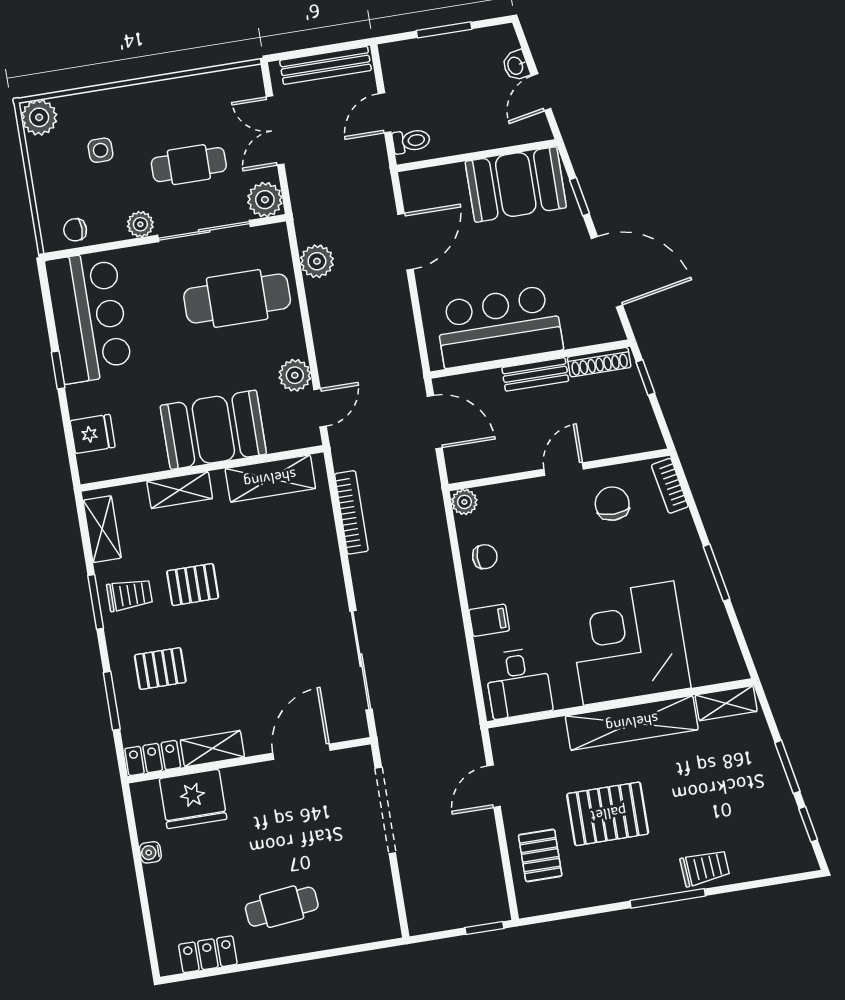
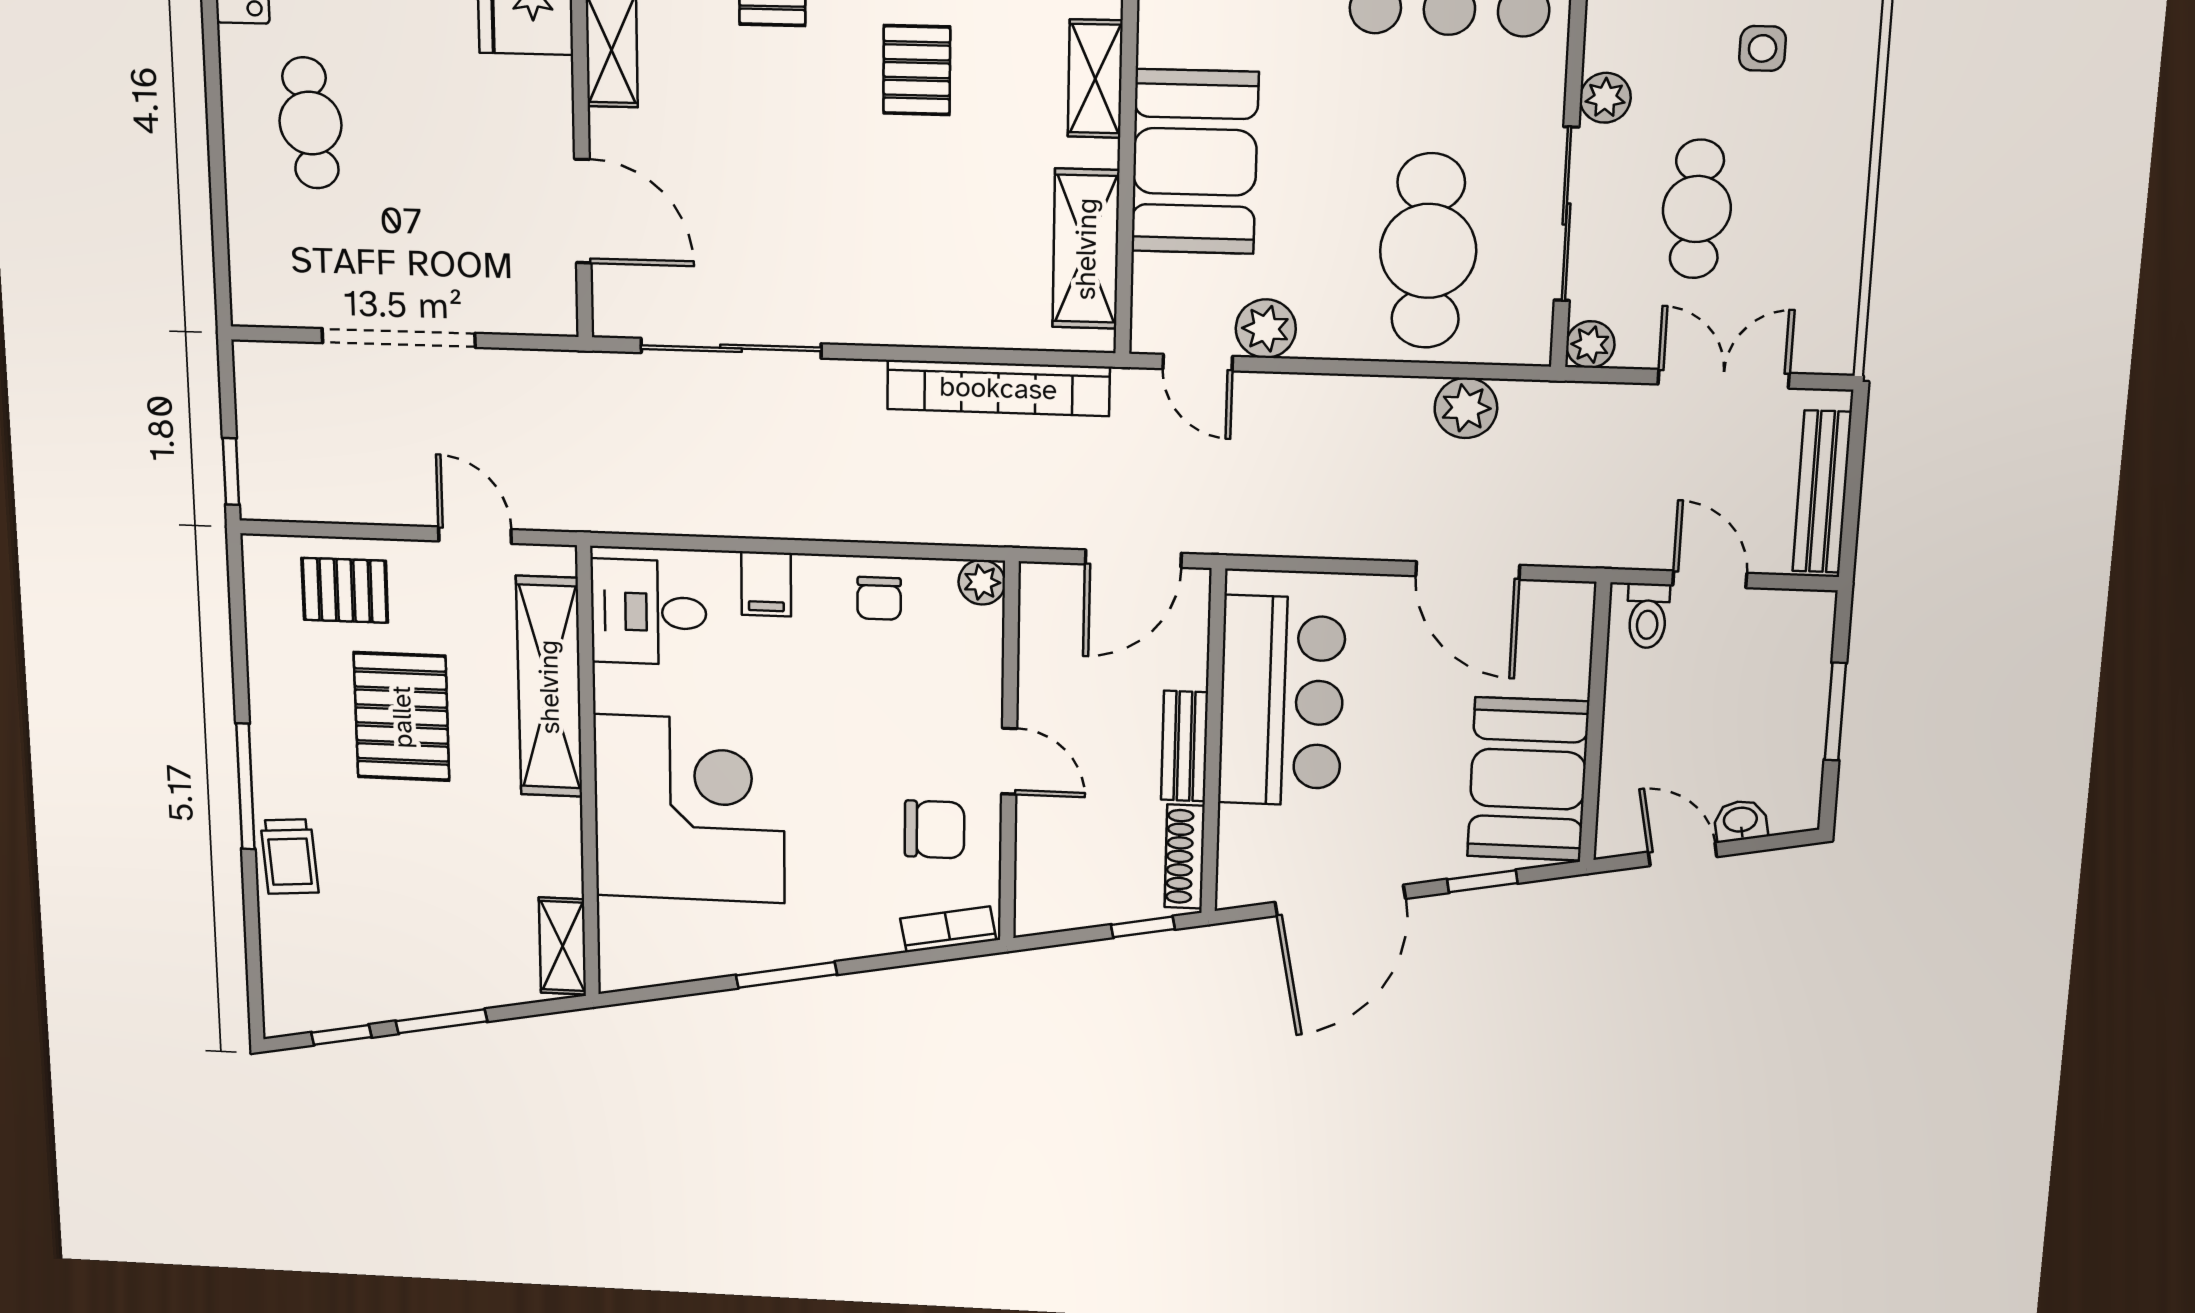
plant: (265, 200) -> (1590, 344), width x0.73, depth x0.73
bookcase: (351, 512) -> (998, 388), width x1.48, depth x1.31
shelving: (632, 723) -> (549, 687), moved
doorway: (385, 811) -> (399, 338), moved

